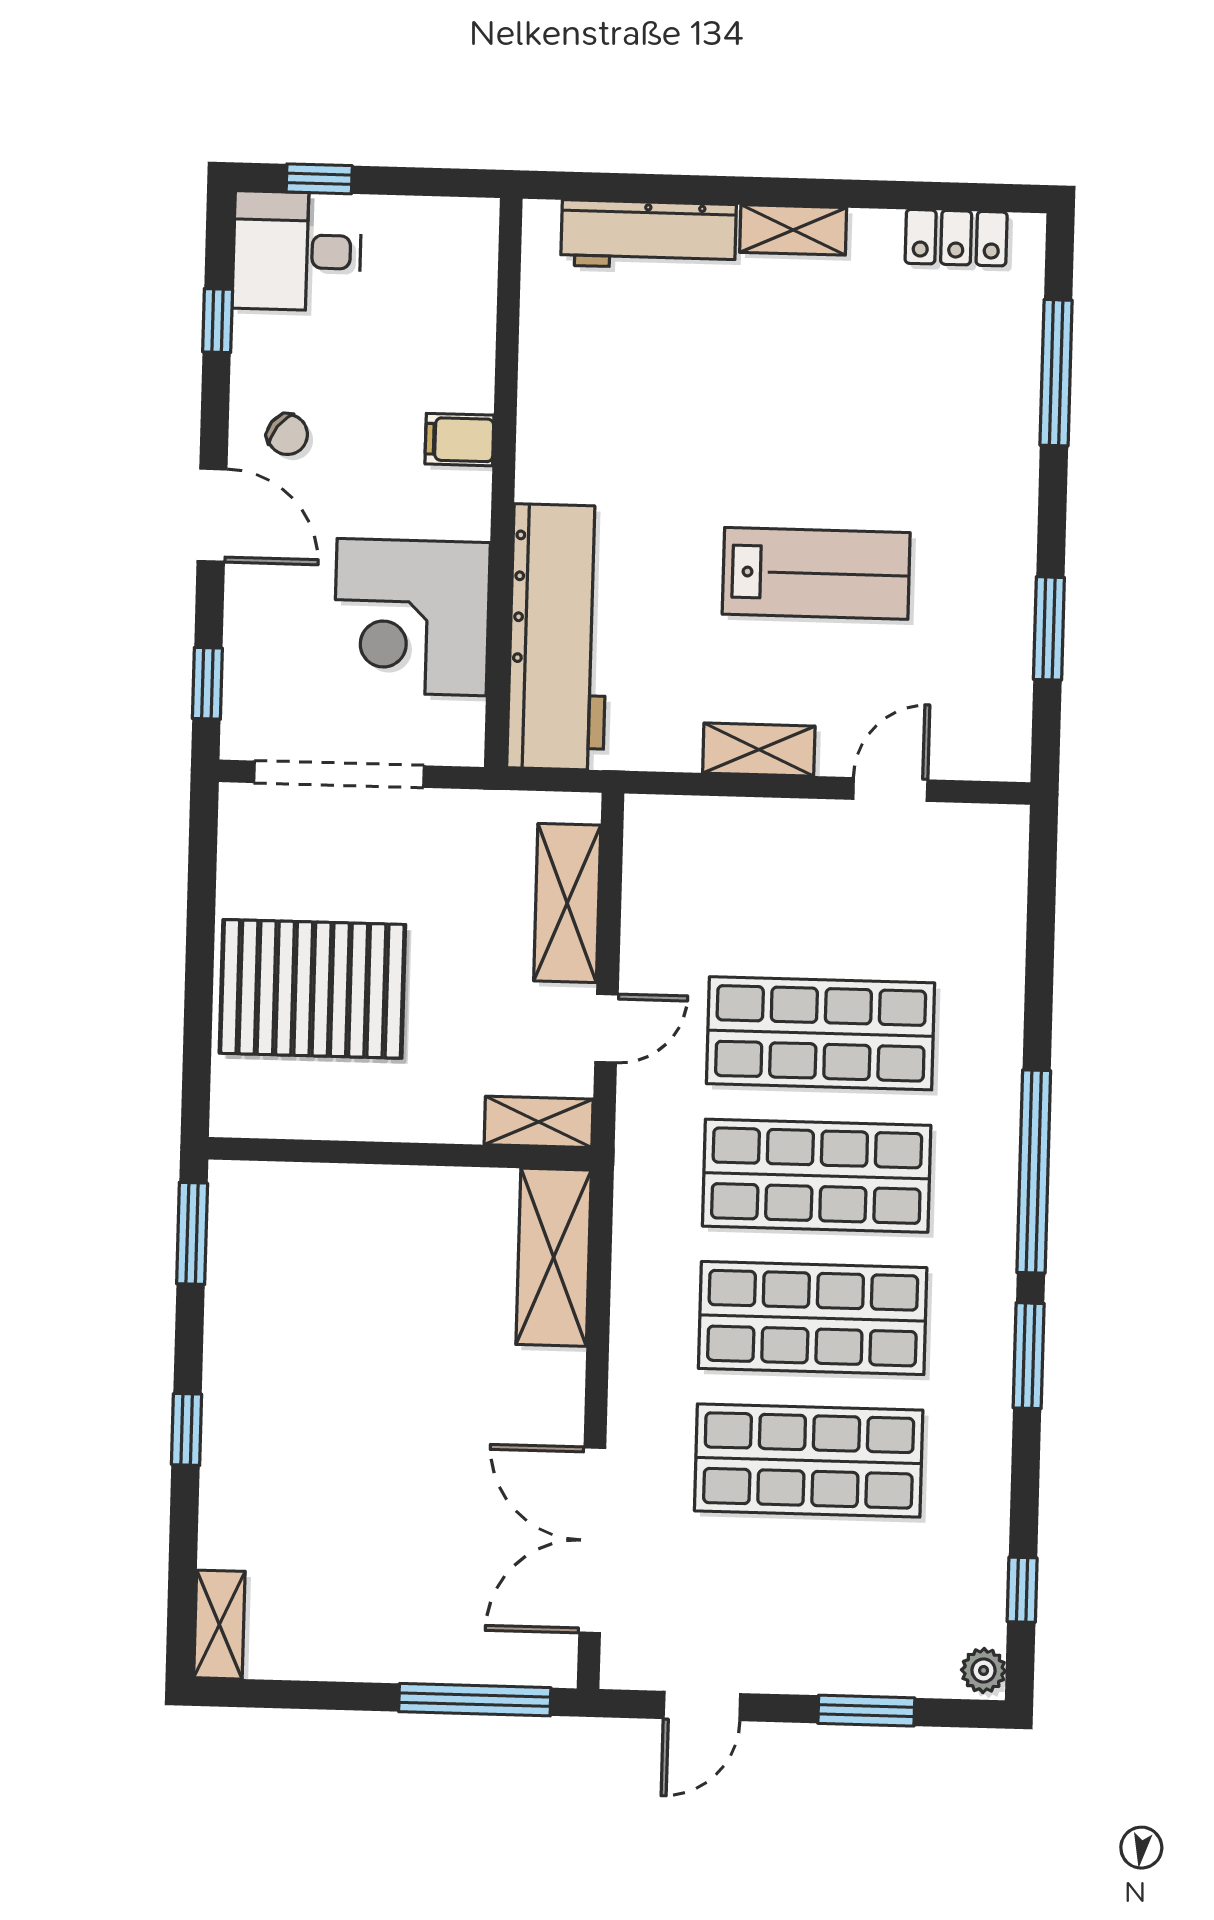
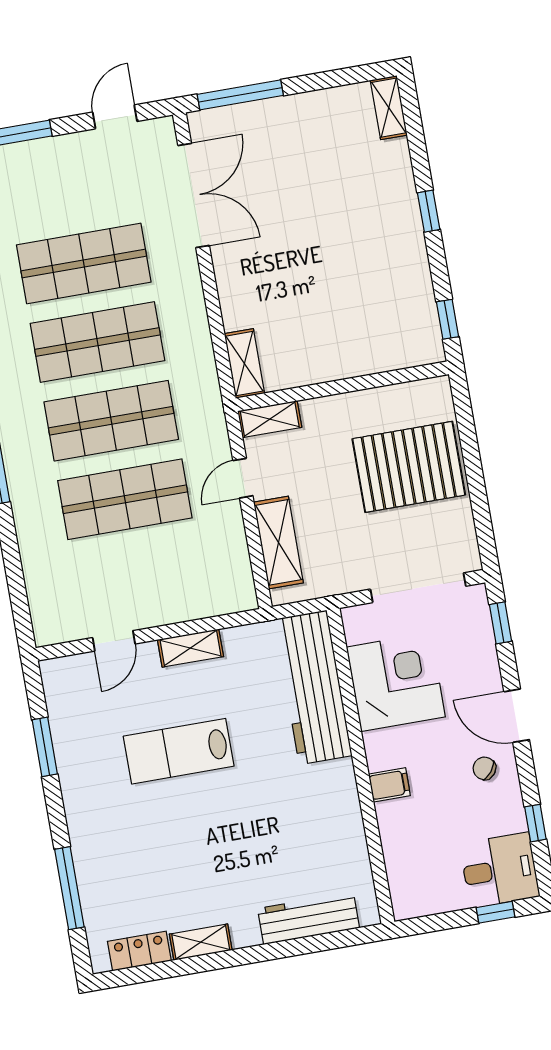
shelving: (793, 230) -> (201, 942), moved
window: (192, 1233) -> (448, 319), width x0.67
shelving: (554, 1257) -> (244, 364), width x0.67, depth x0.75

